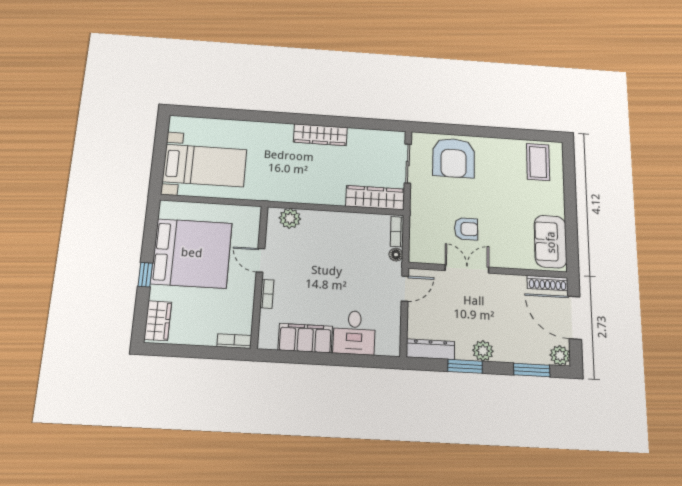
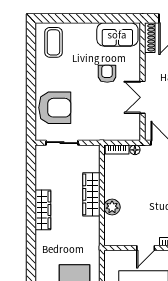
coffee table: (538, 162) -> (53, 42), turned 90
wardrobe: (375, 198) -> (91, 194), moved
plant: (290, 218) -> (112, 207), moved
armchair: (466, 229) -> (107, 74), moved

